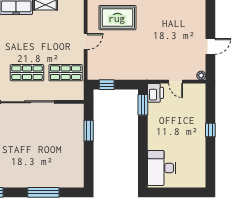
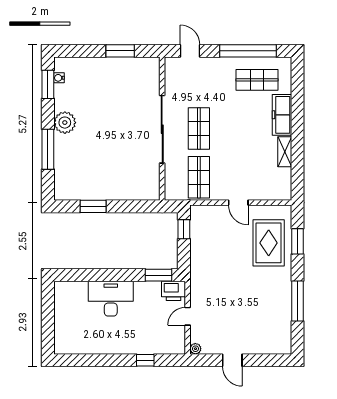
window: (210, 130) -> (145, 360), moved
window: (89, 131) -> (93, 206), moved
desk: (162, 168) -> (111, 299), moved
plant: (22, 179) -> (65, 123), added

